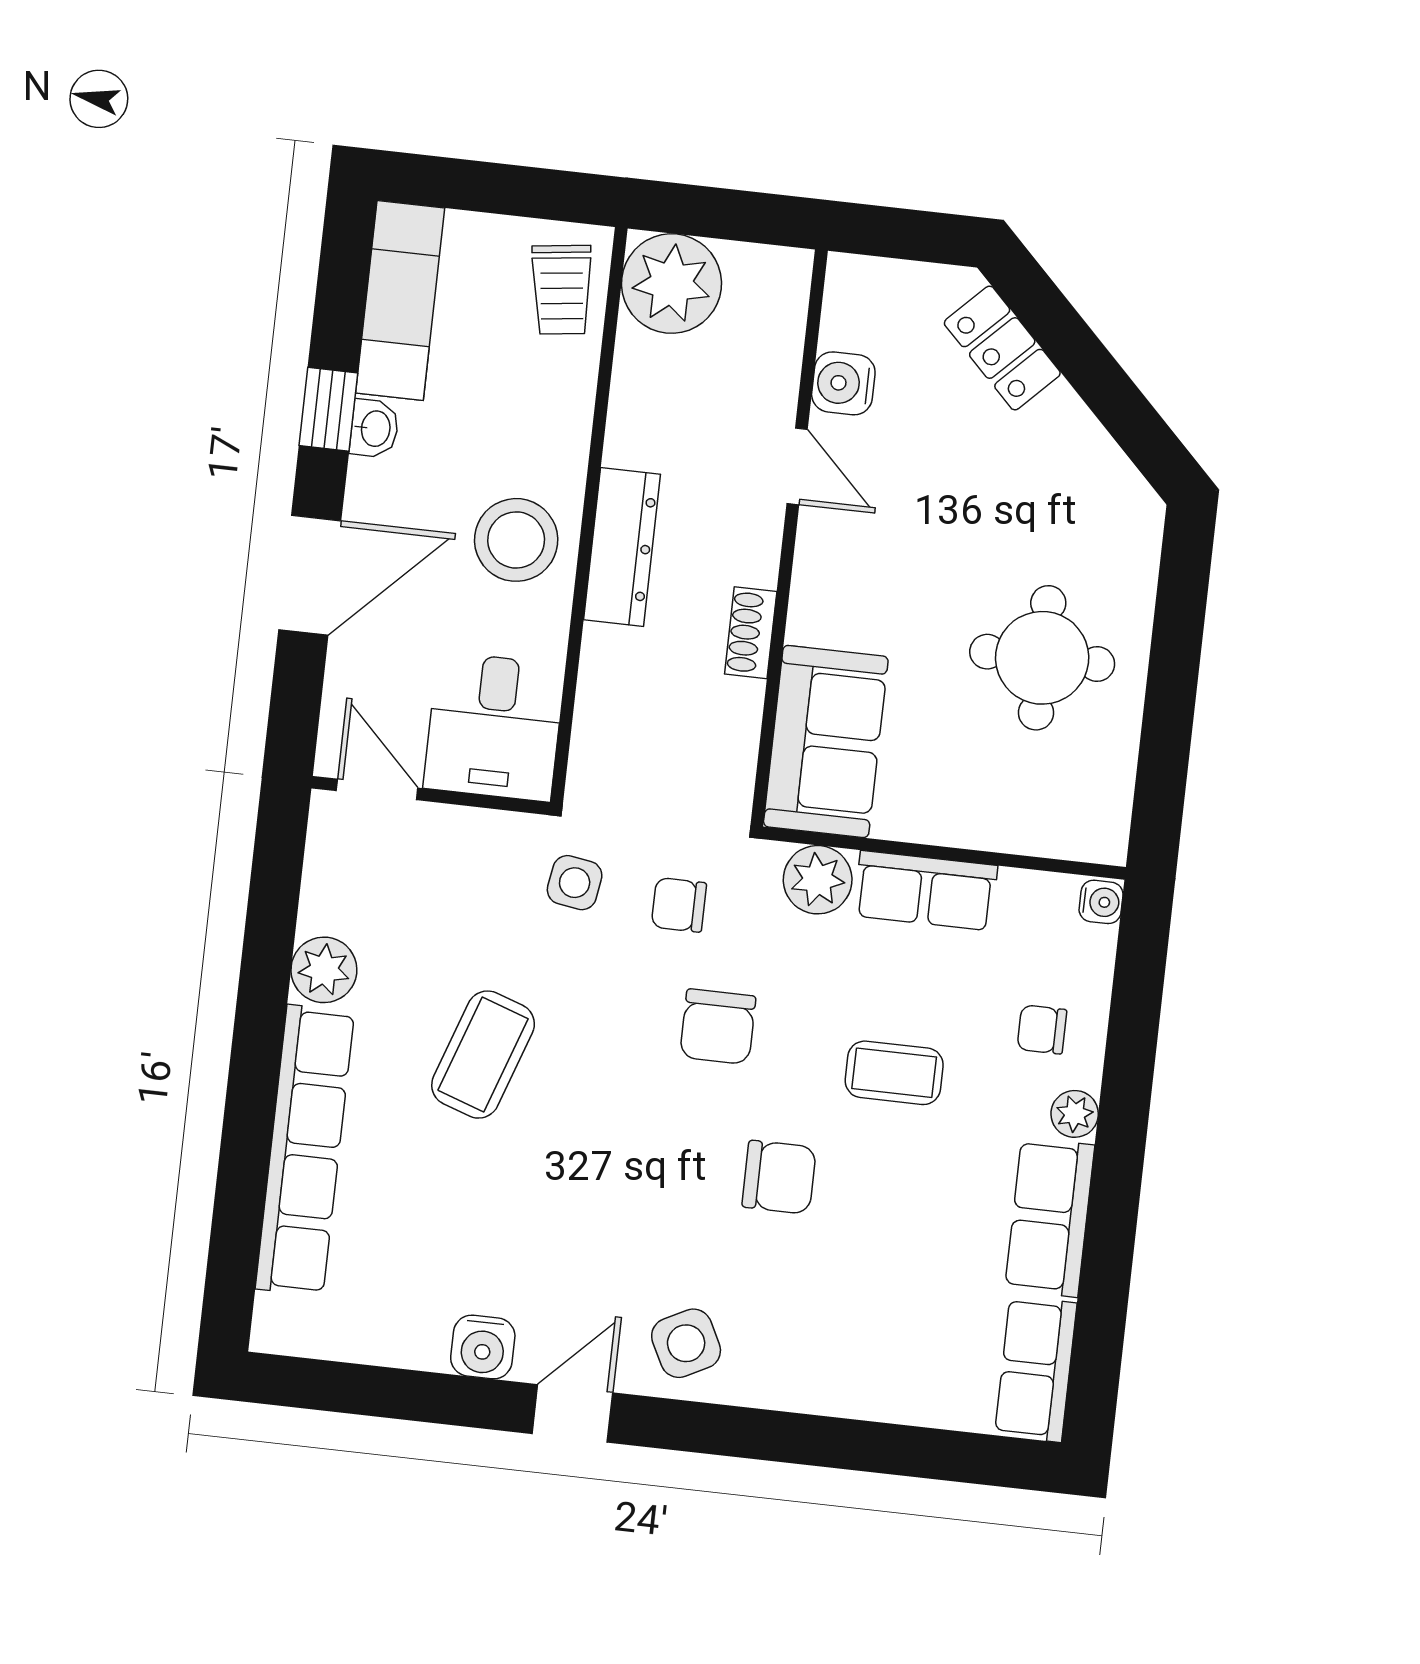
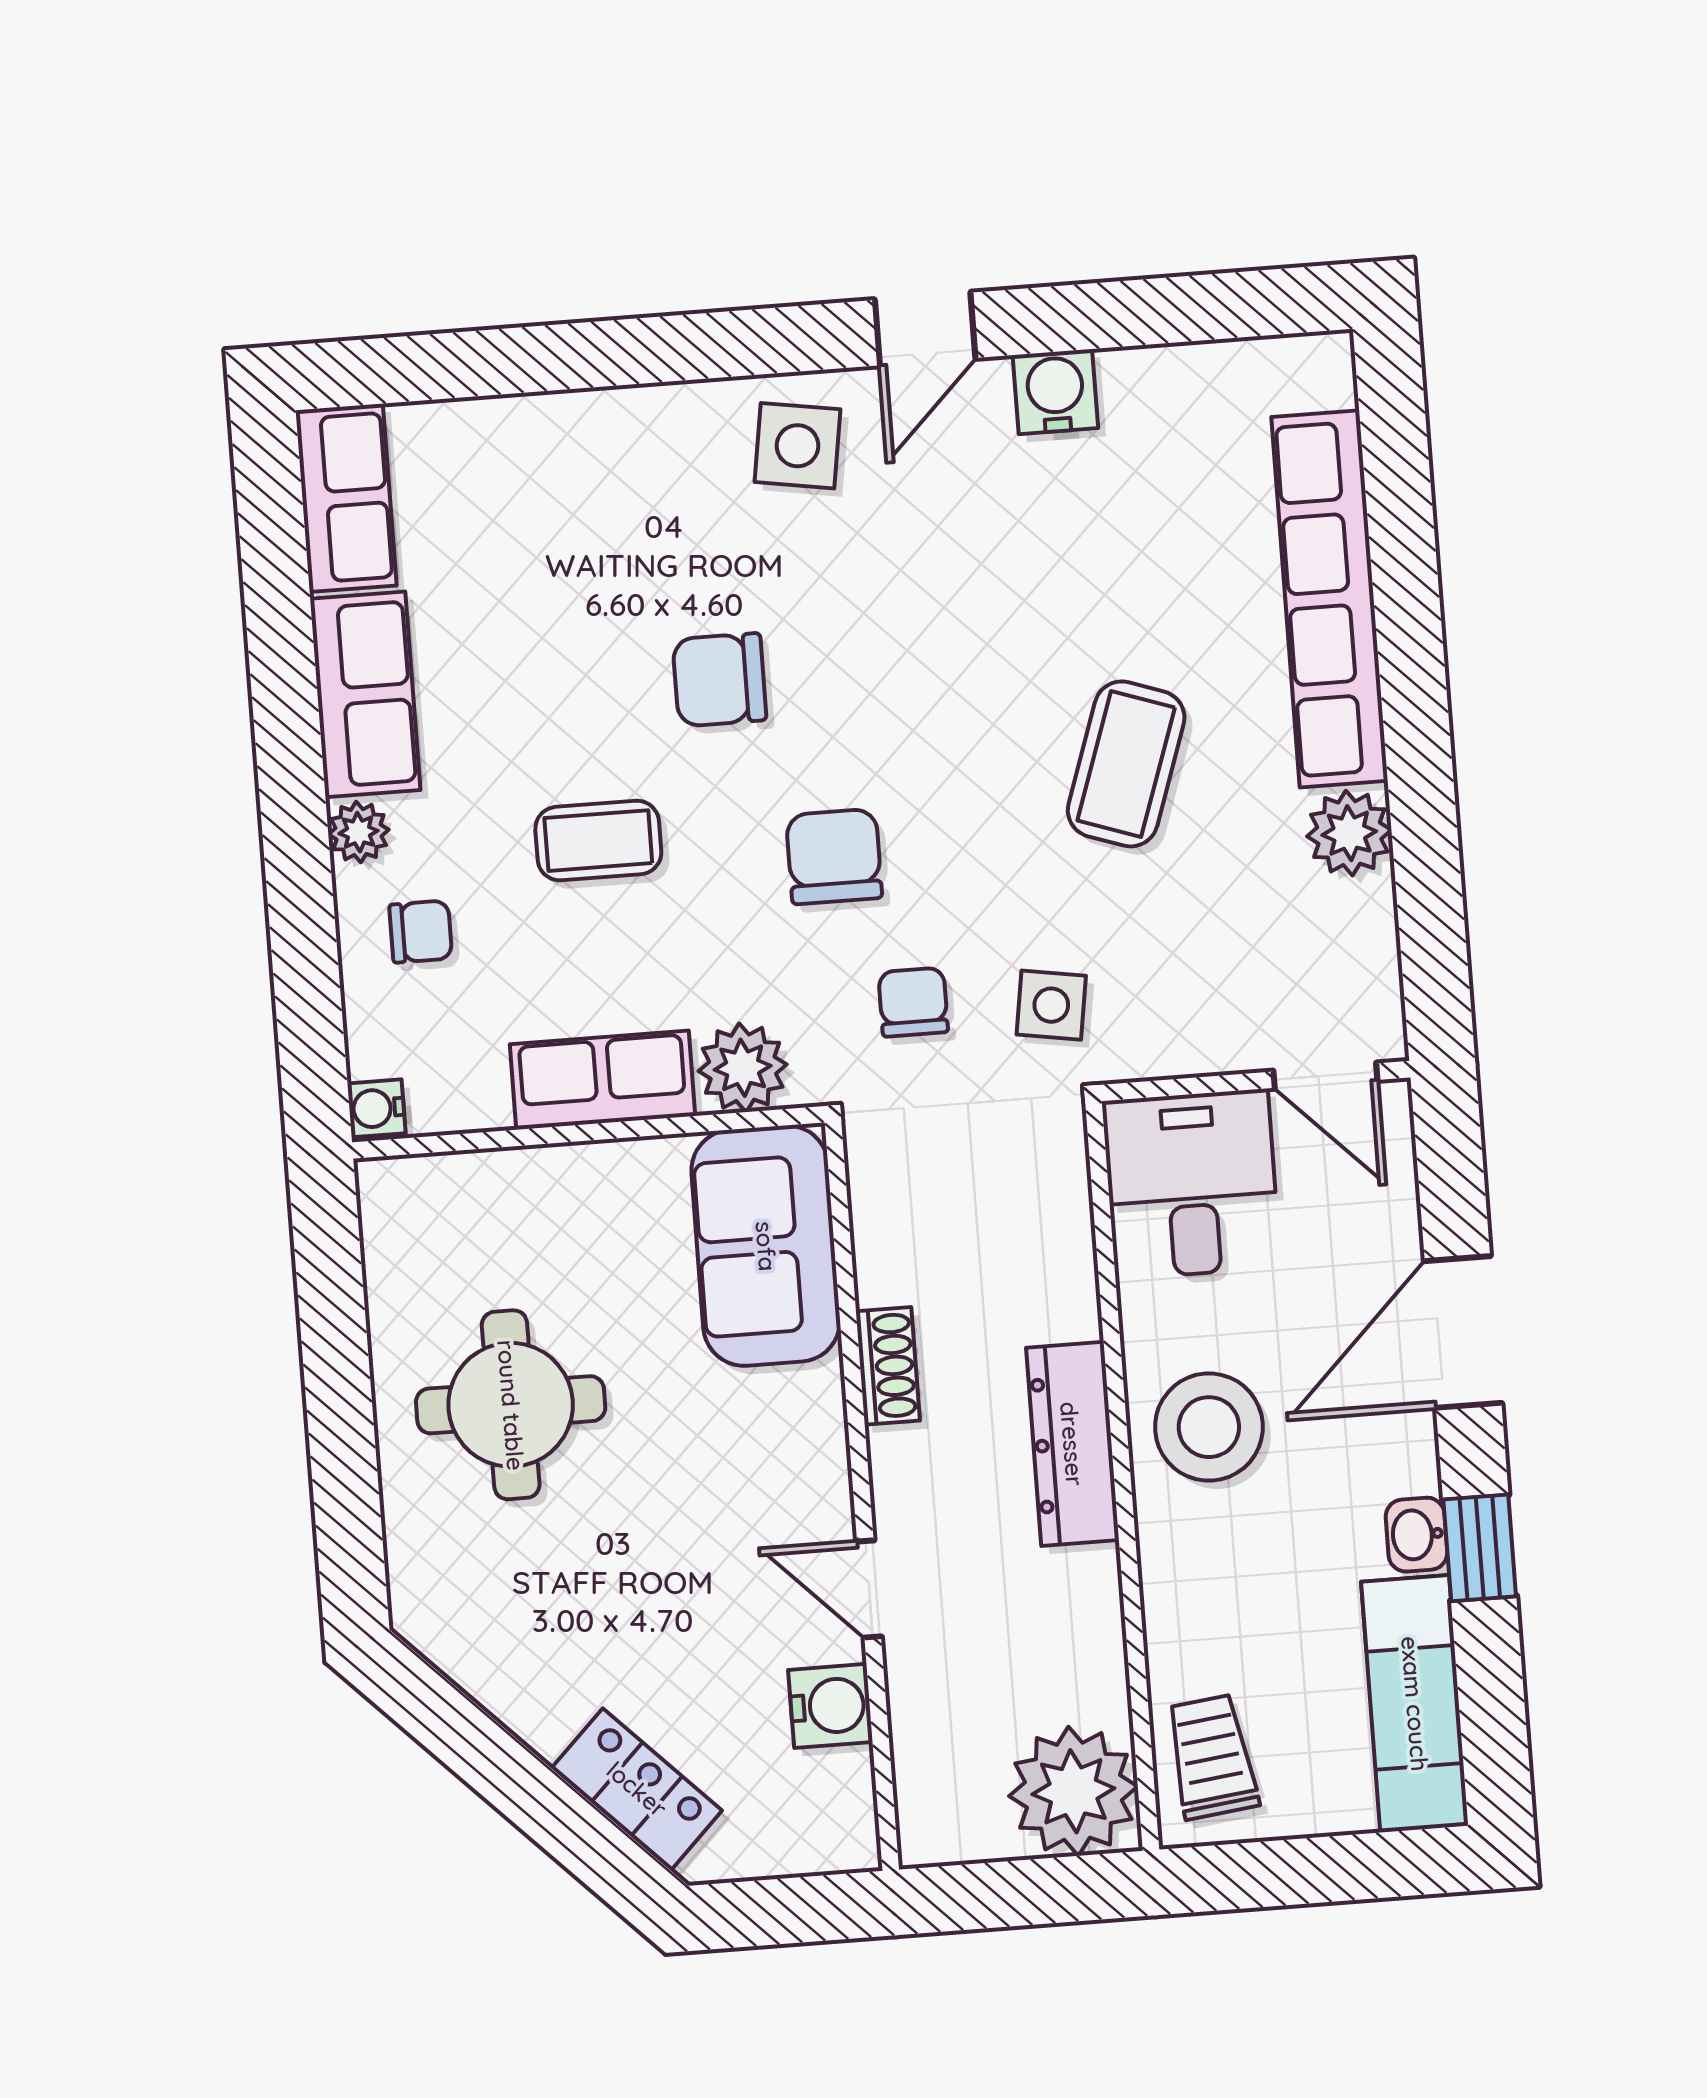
chair: (679, 905) -> (913, 1002), turned -90
side table: (686, 1343) -> (797, 446), turned 36

